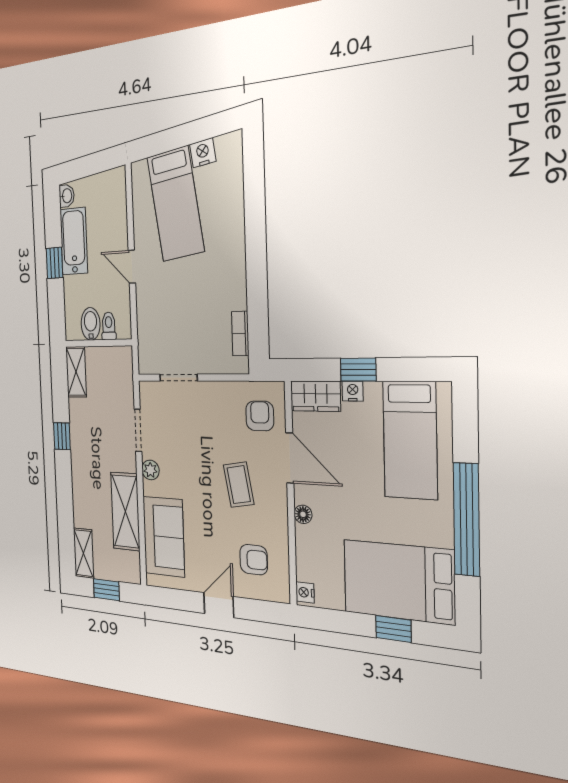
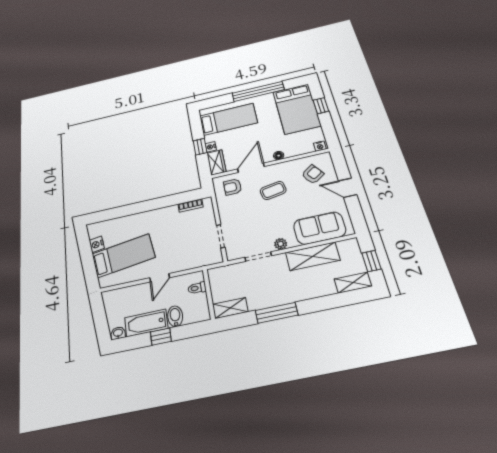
bidet: (91, 324) -> (175, 316), moved, turned 90
window: (62, 436) -> (277, 313), width x2.17
armchair: (254, 560) -> (313, 174), turned 55

